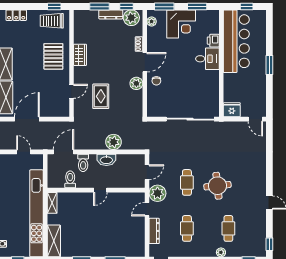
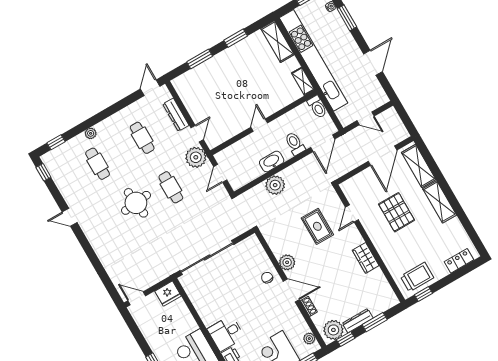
pallet: (53, 56) -> (397, 212), moved
door: (145, 62) -> (291, 290), swing flipped
toilet: (70, 179) -> (317, 107), moved

